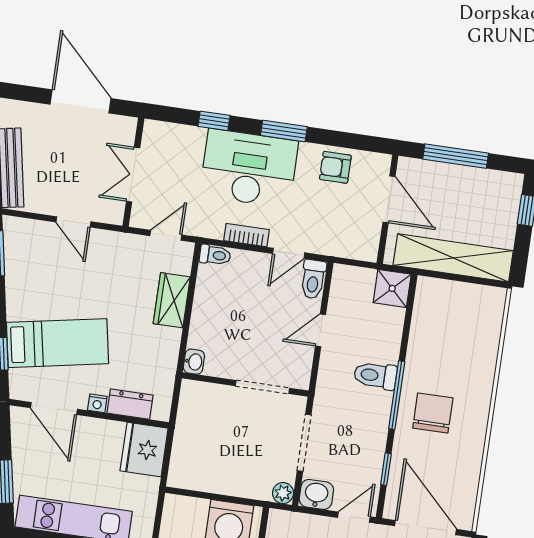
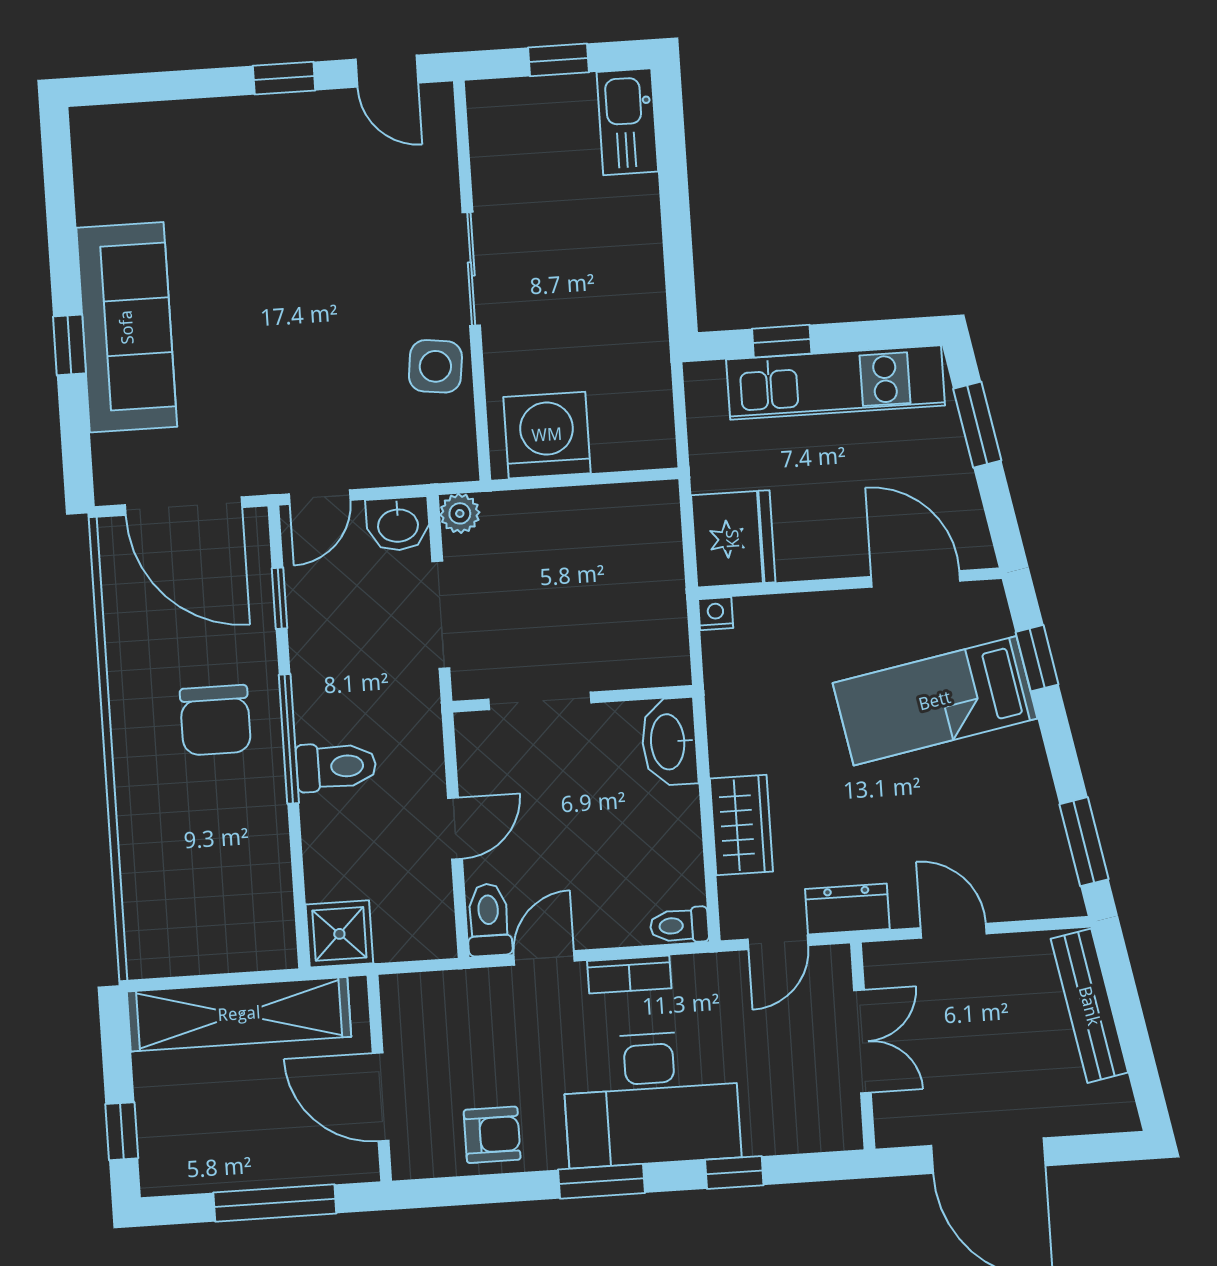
washbasin: (194, 362) -> (669, 742), width x1.91, depth x1.45
nightstand: (97, 403) -> (716, 614), moved
dresser: (130, 404) -> (847, 909), moved, turned 180

